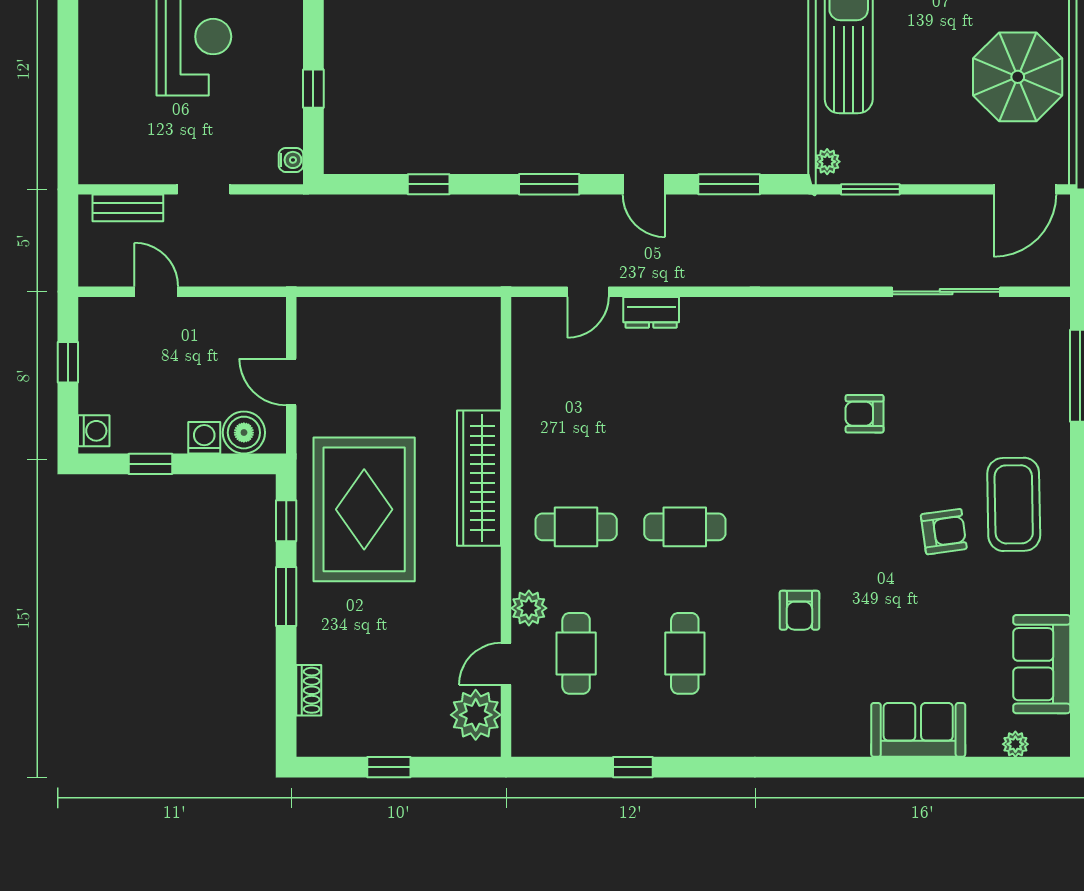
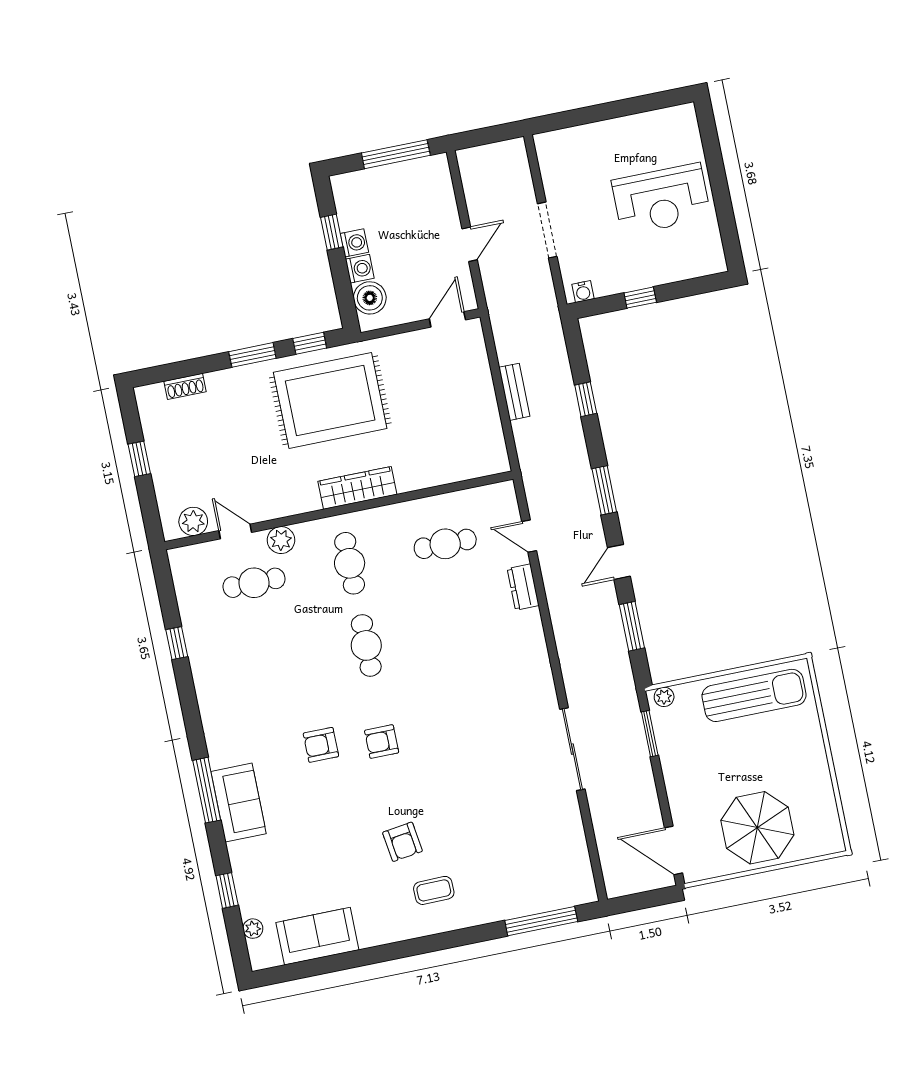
doorway: (204, 189) -> (547, 230), width x1.38
bench: (128, 208) -> (514, 392), moved
door: (156, 292) -> (470, 244), moved
sliding door: (946, 292) -> (572, 749), moved
window: (68, 362) -> (396, 154), width x2.17
door: (291, 382) -> (447, 319), moved
armchair: (865, 414) -> (382, 742), moved, turned -90
washing machine: (94, 431) -> (354, 243), moved, turned -90
wardrobe: (479, 478) -> (357, 488), width x0.71, depth x0.85
coffee table: (1014, 504) -> (434, 890), width x0.54, depth x0.58
cafe table: (685, 653) -> (445, 544), moved
plant: (476, 715) -> (193, 521), width x0.73, depth x0.73
sofa: (918, 730) -> (239, 803), moved
window: (827, 767) -> (207, 790), added
window: (960, 767) -> (227, 890), added

